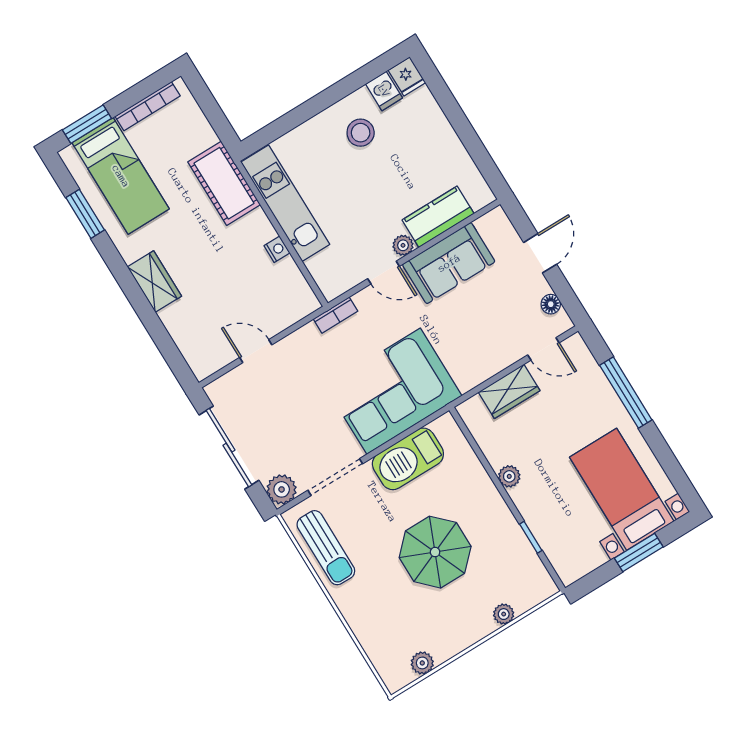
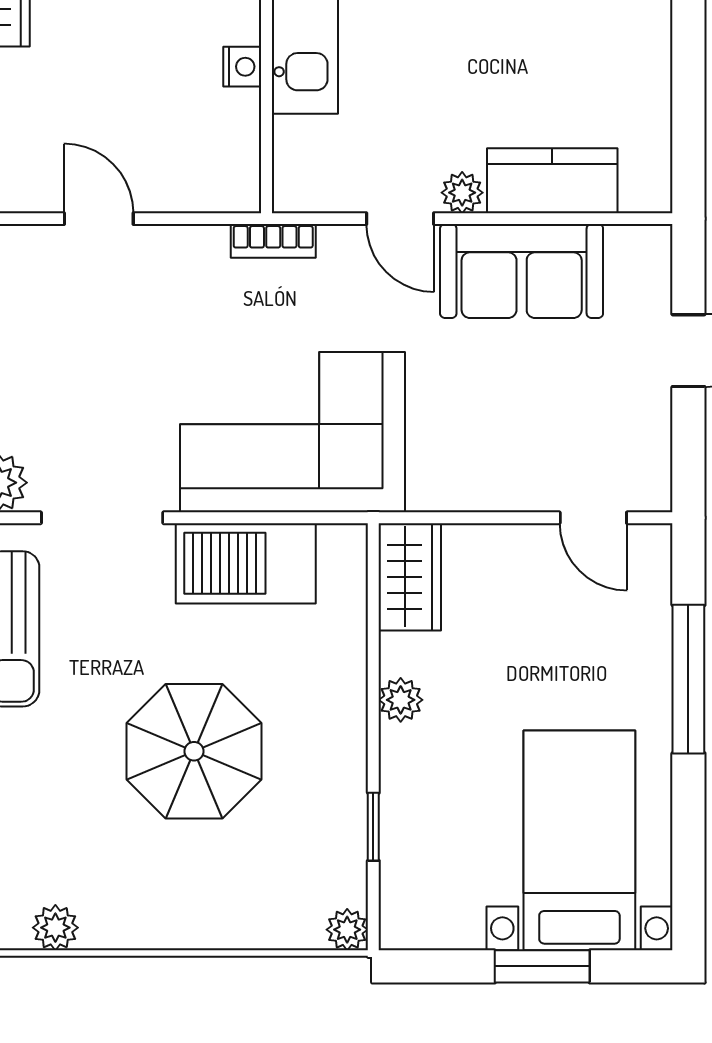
floor lamp: (551, 304) -> (653, 449), removed
wardrobe: (509, 391) -> (410, 577), moved, turned -90
plant: (504, 614) -> (347, 930), moved

